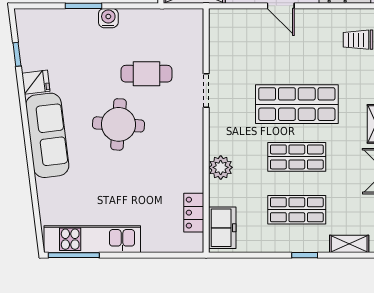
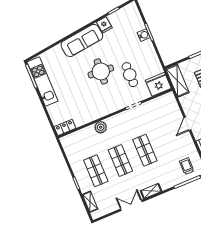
water cooler: (108, 18) -> (144, 35), moved
fridge: (186, 29) -> (158, 84), added
shop shelf: (297, 104) -> (145, 150), width x0.70, depth x0.74
locker: (194, 213) -> (65, 128), moved
freezer: (222, 228) -> (73, 140), removed

